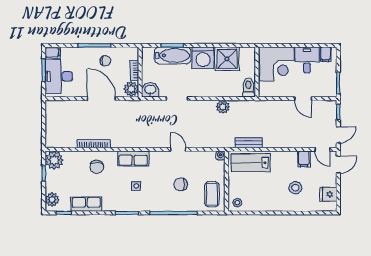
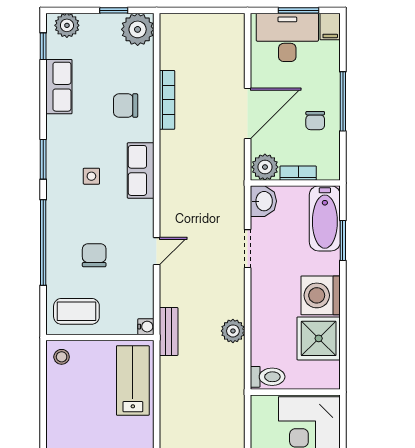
bathtub: (173, 55) -> (325, 218), moved
bench: (248, 143) -> (169, 331), moved

